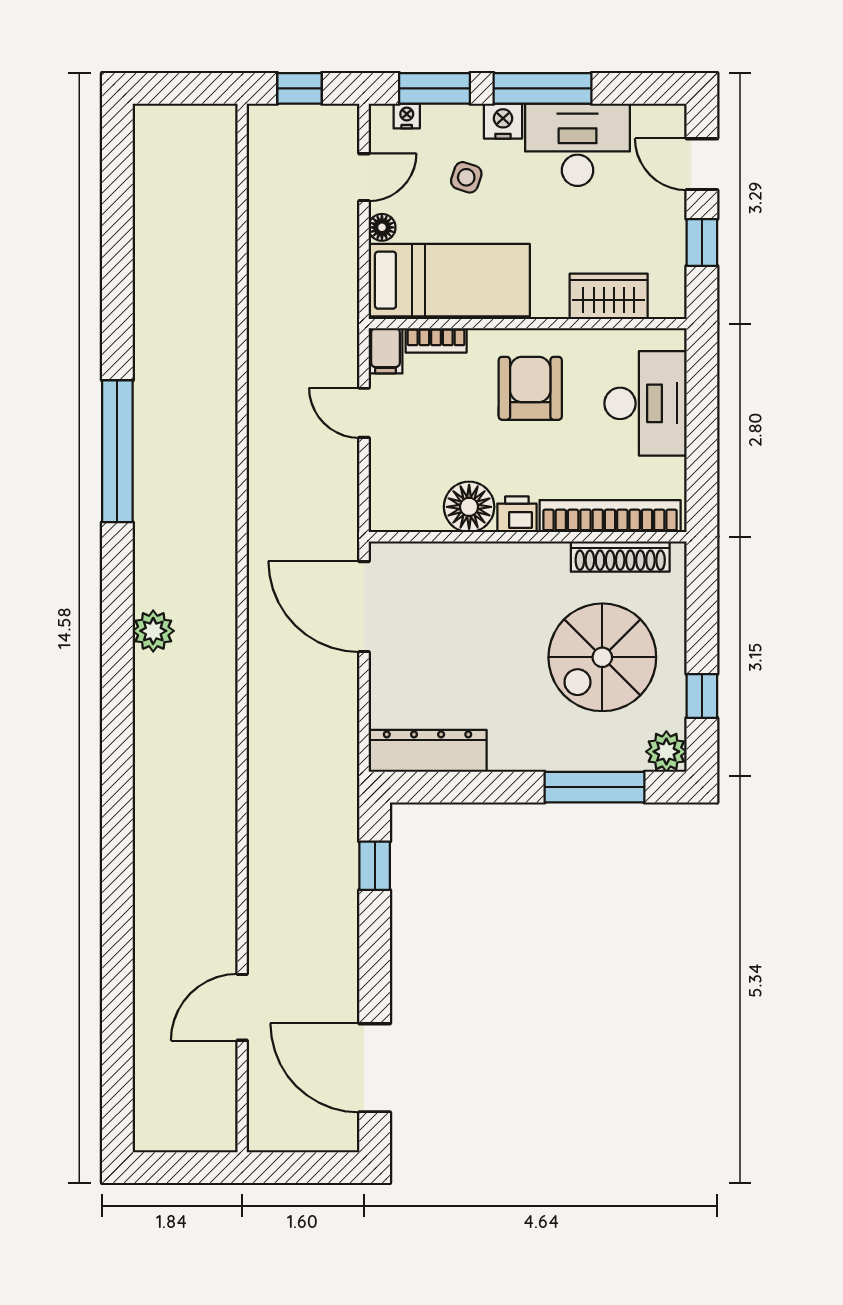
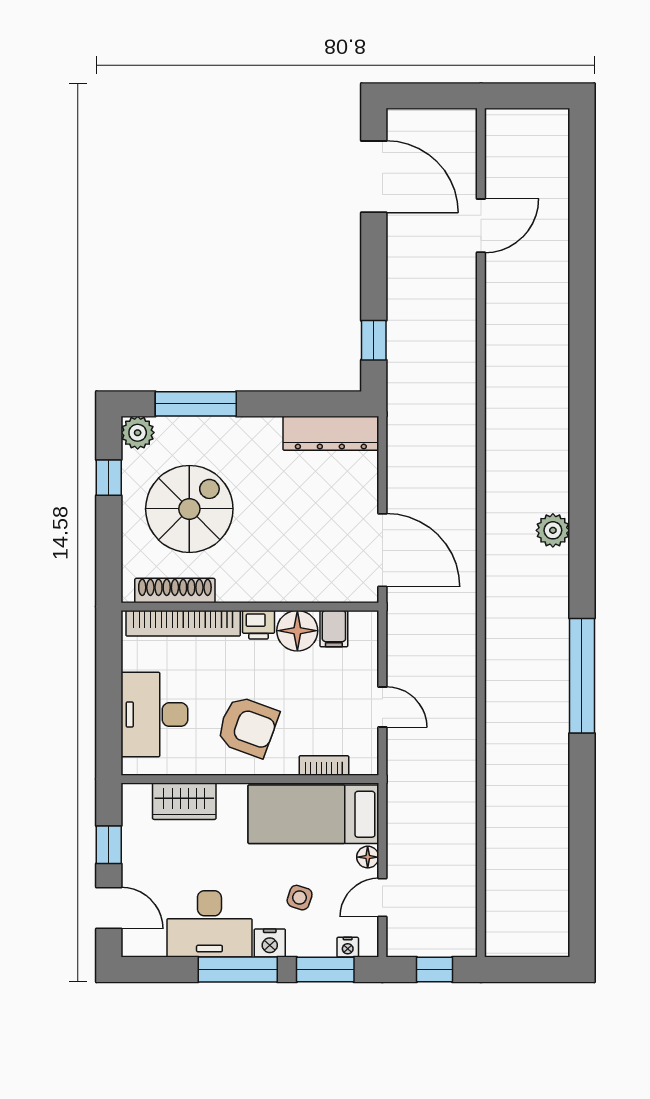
filing cabinet: (385, 351) -> (334, 629), moved, turned 180
armchair: (530, 388) -> (248, 727), turned -70

